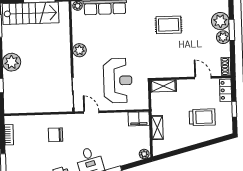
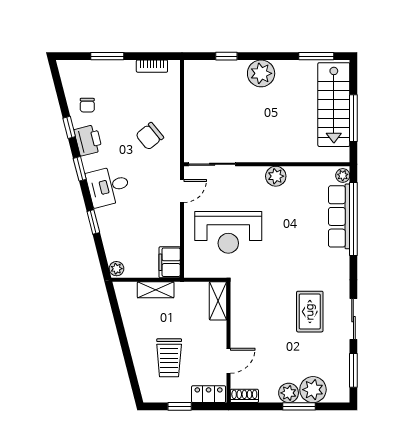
chair: (56, 135) -> (150, 136), turned -129

